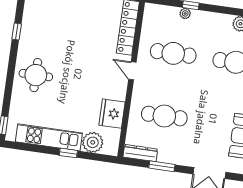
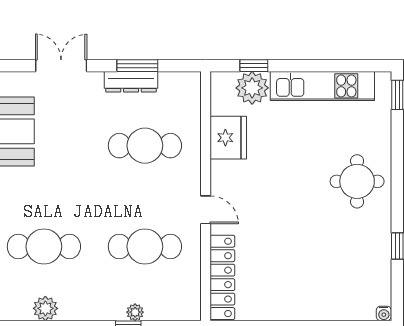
window: (68, 153) -> (254, 66), moved
dresser: (140, 153) -> (131, 82), moved

